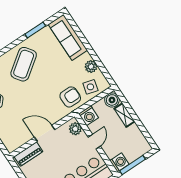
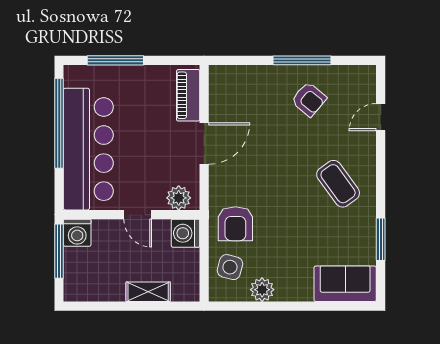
sofa: (68, 37) -> (345, 284), width x0.73
coffee table: (24, 64) -> (338, 184), width x0.73, depth x0.76
boiler: (112, 100) -> (186, 288), removed

